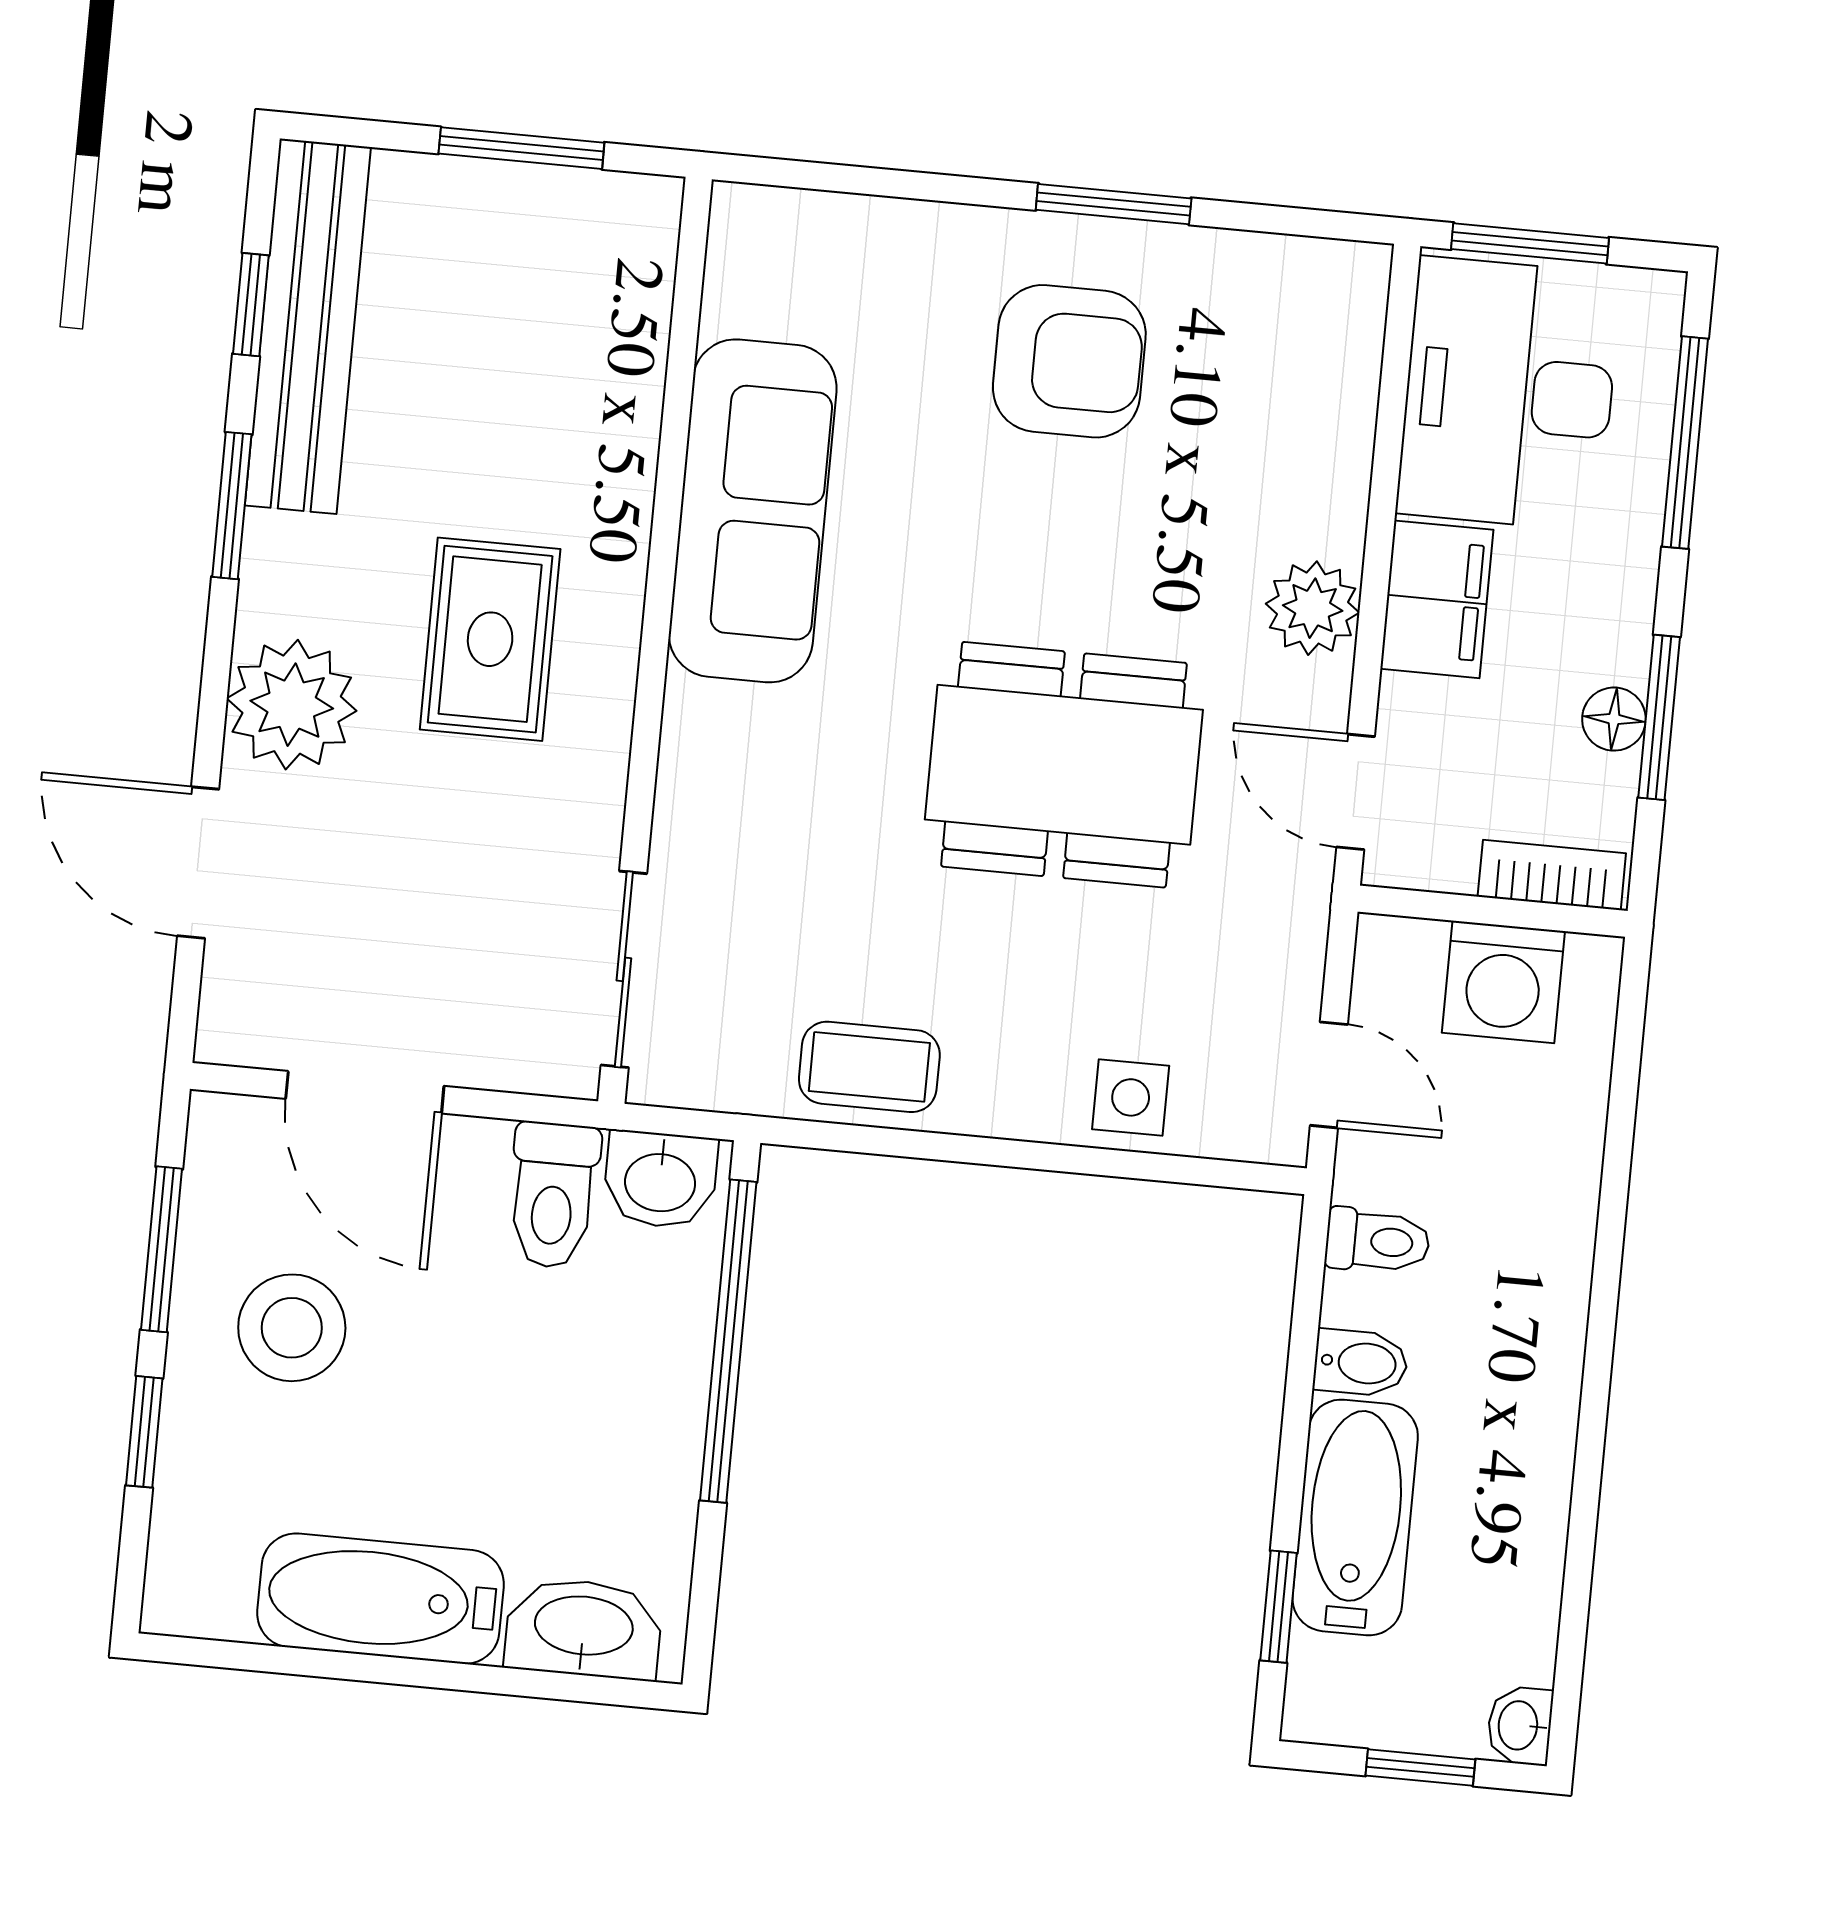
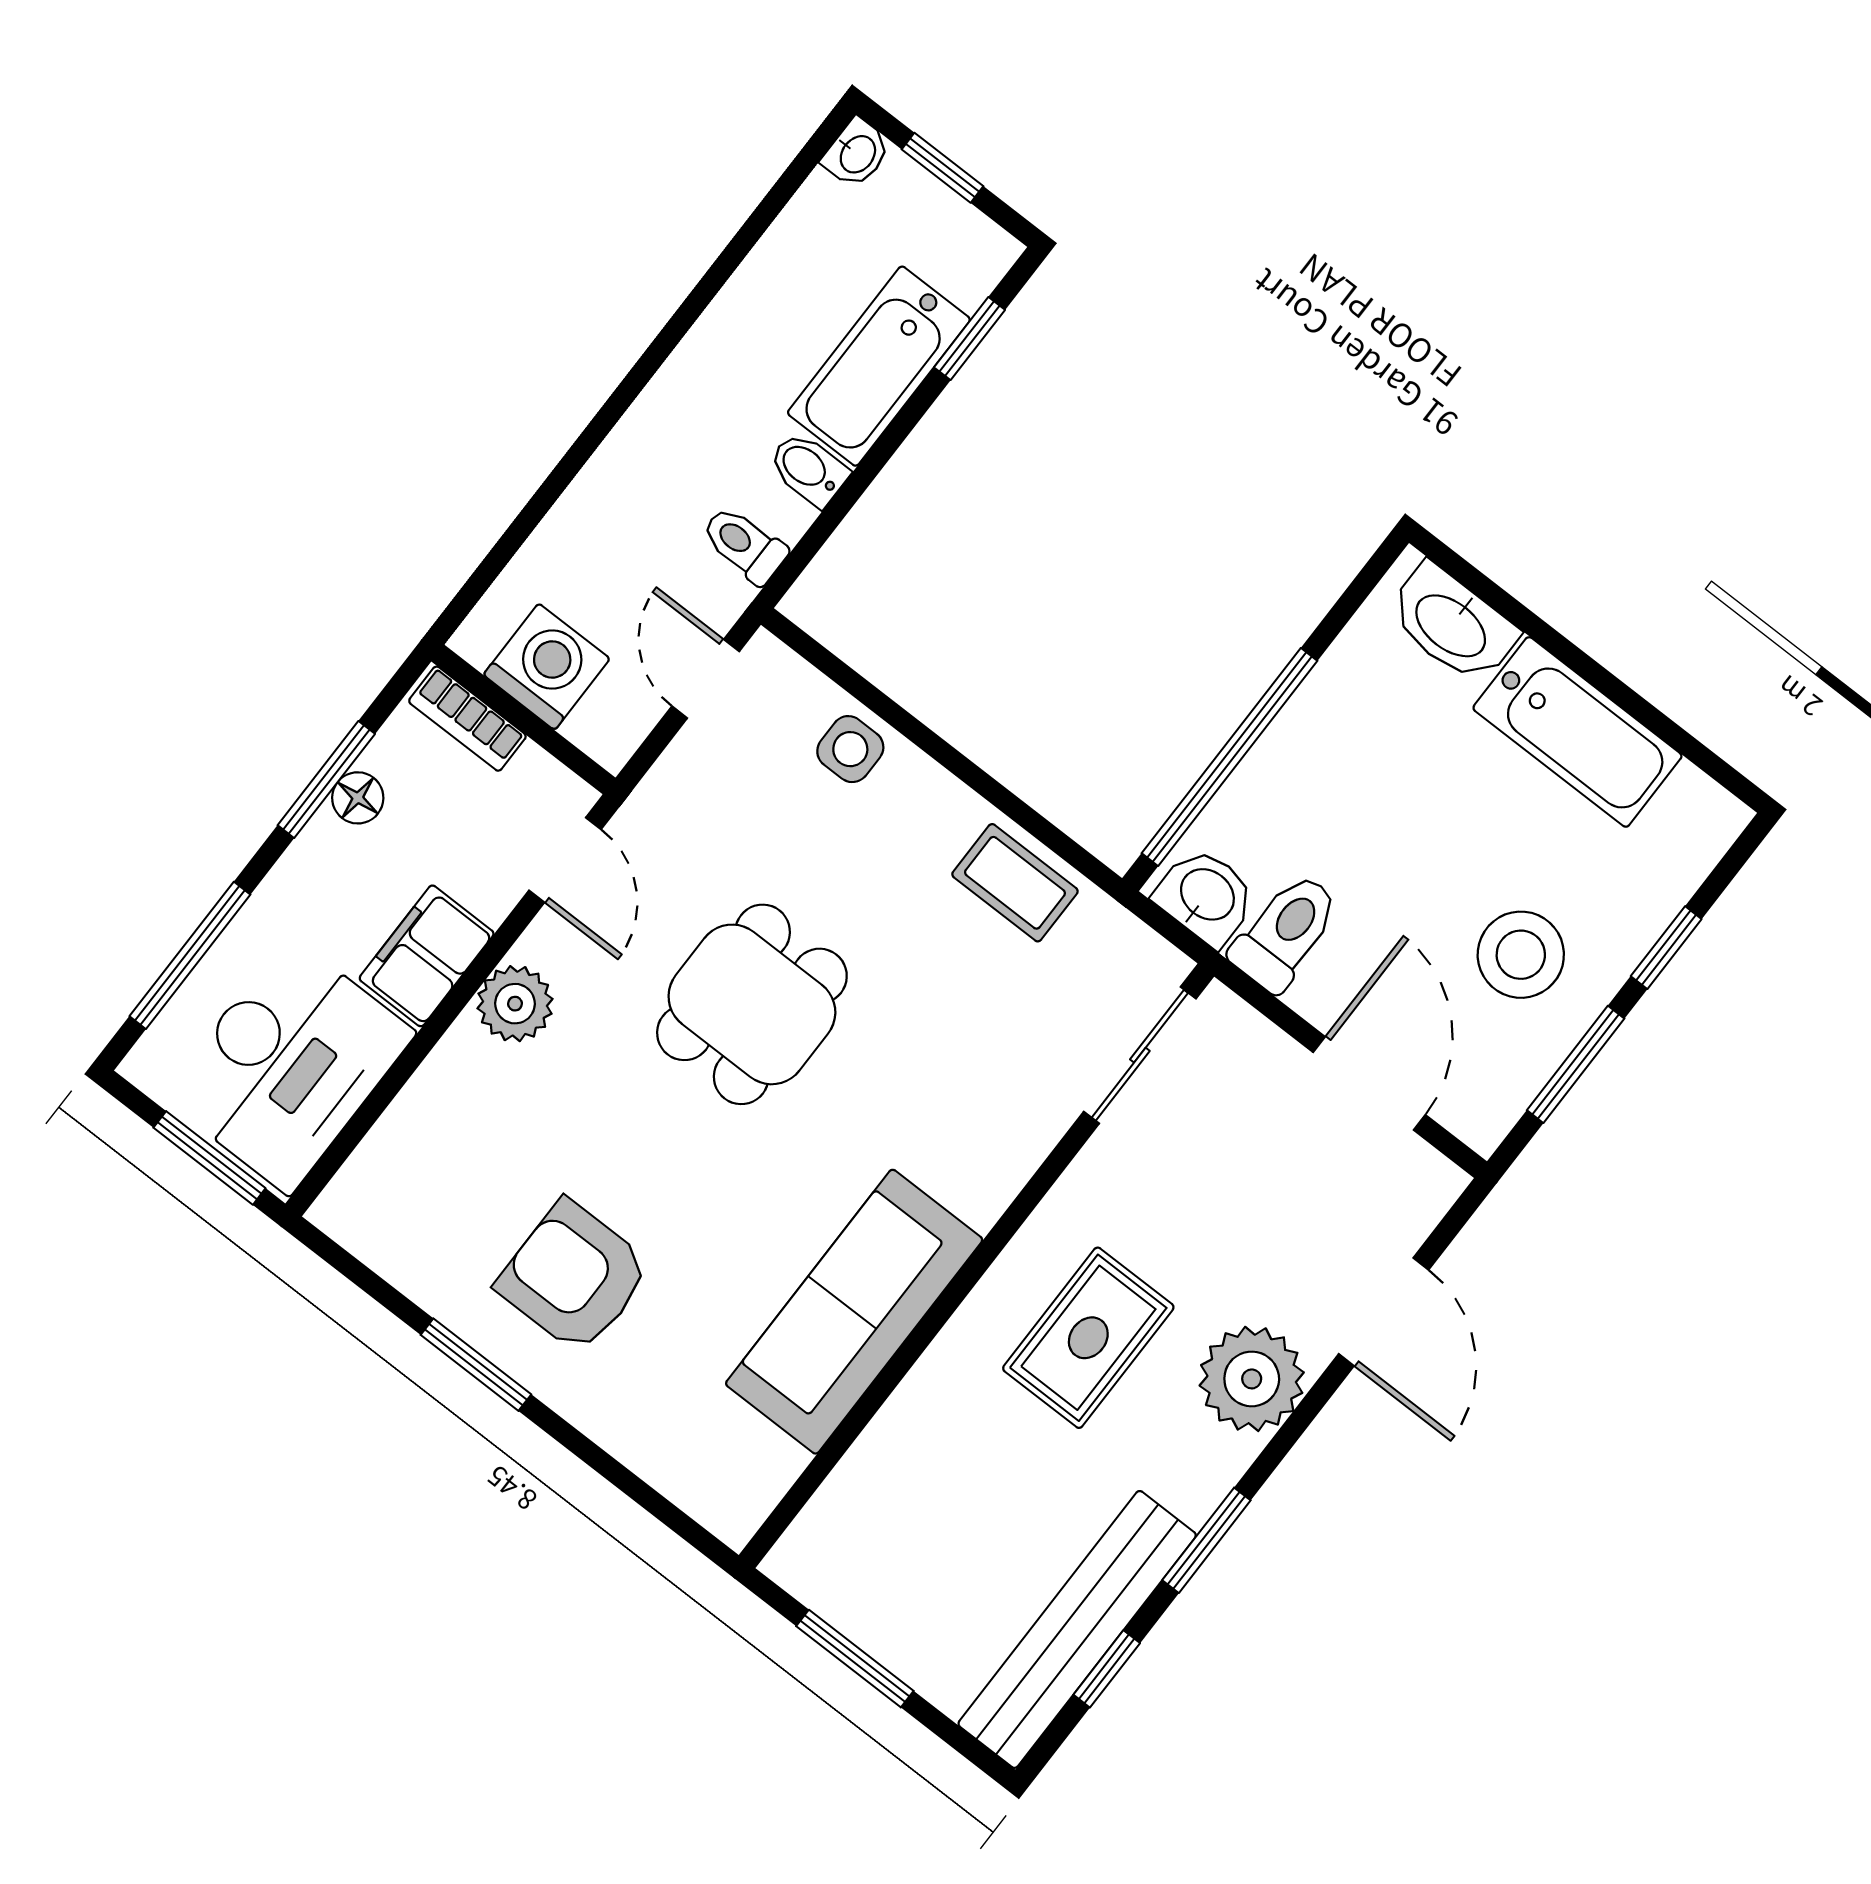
dining table: (1064, 765) -> (752, 1004), width x0.73

